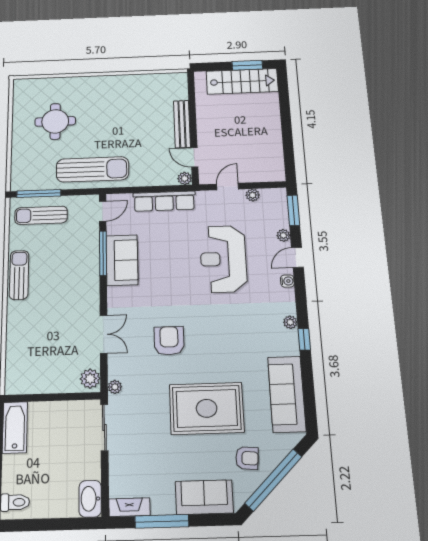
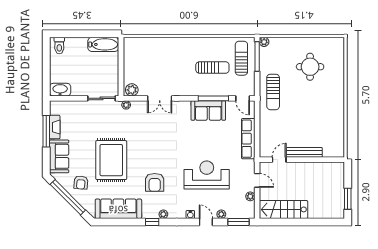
stairs: (242, 81) -> (283, 209), moved, turned 90
sun lounger: (93, 169) -> (273, 92), width x0.73, depth x0.75
plant: (185, 178) -> (264, 42), moved
sun lounger: (19, 275) -> (212, 68), moved
armchair: (169, 341) -> (155, 182), moved, turned 90
fireplace: (129, 507) -> (55, 127), moved

